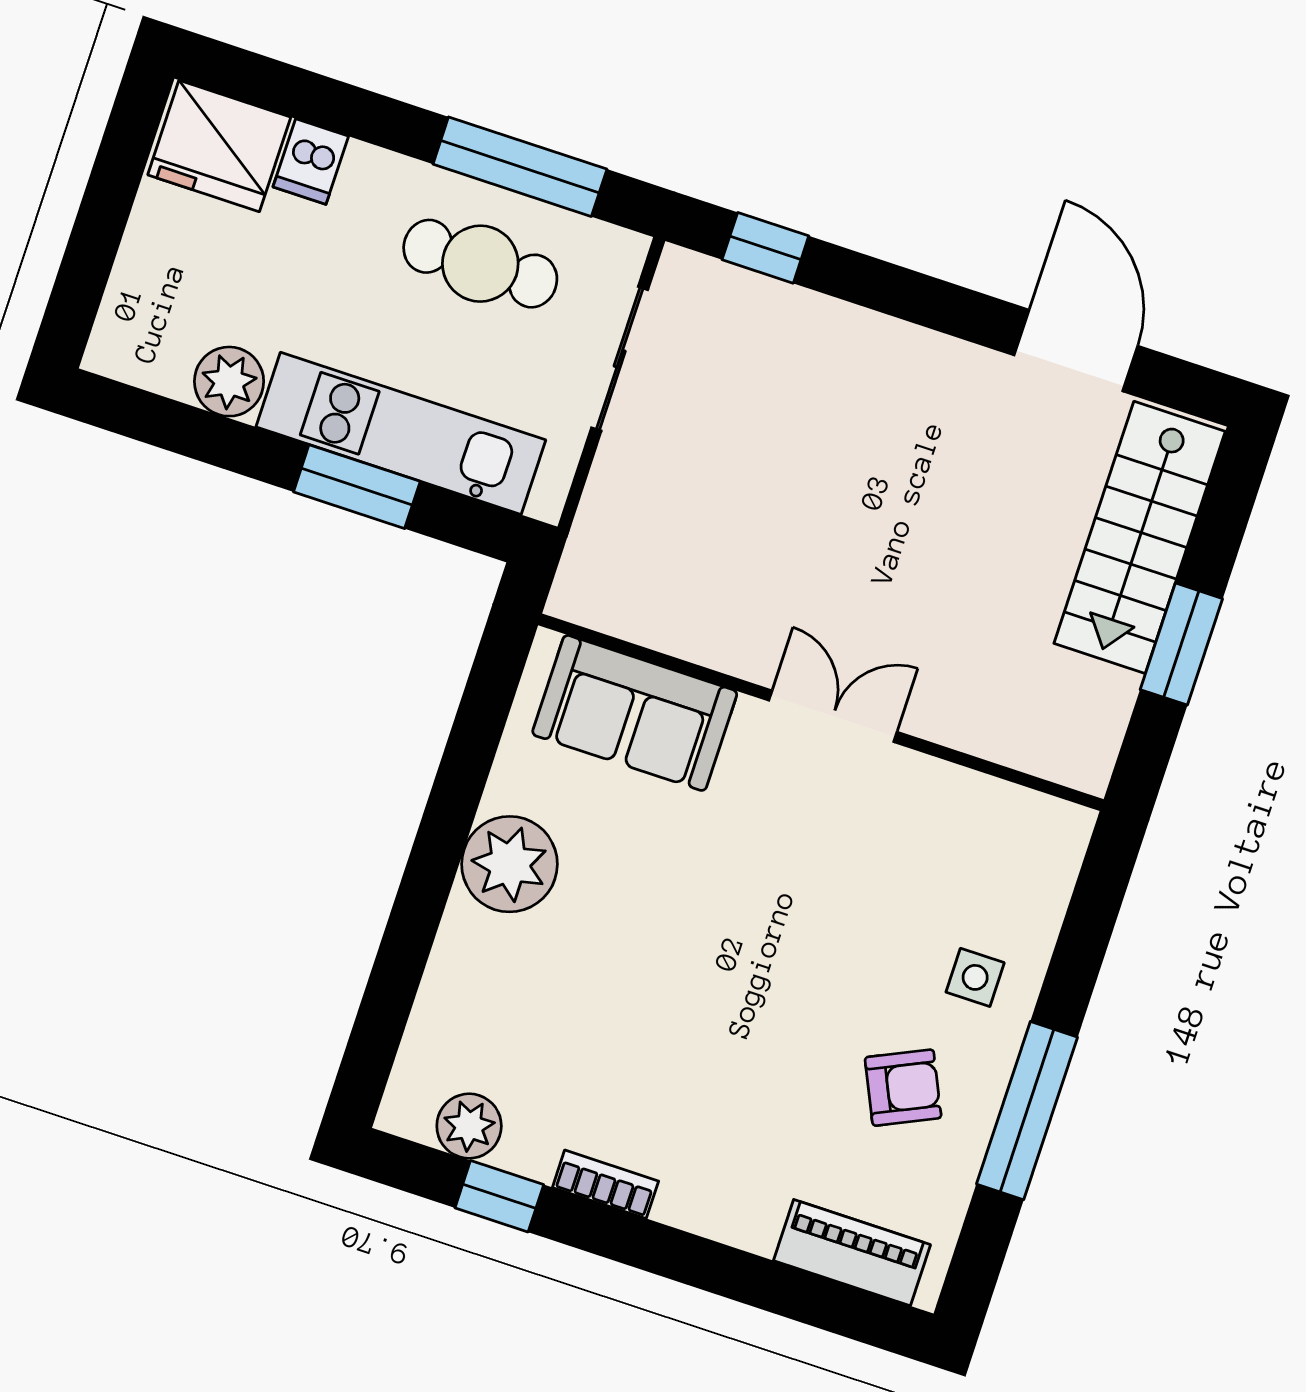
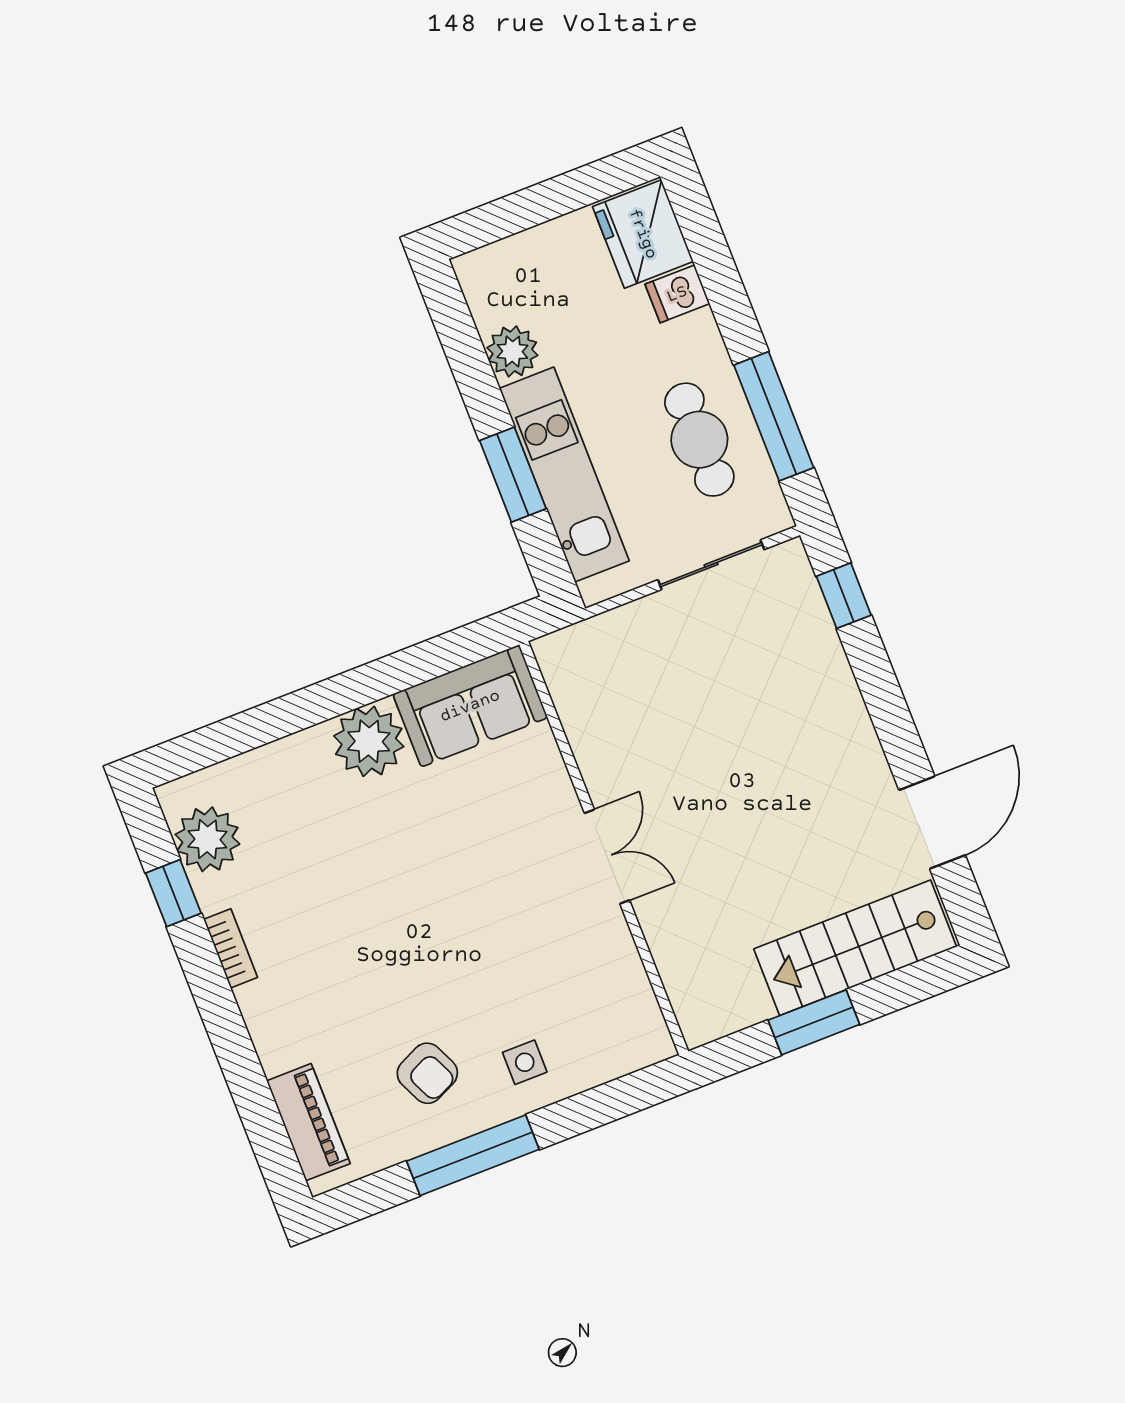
sofa: (635, 713) -> (470, 706), moved, turned -90
plant: (469, 1126) -> (207, 839), width x1.36, depth x1.36

